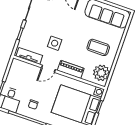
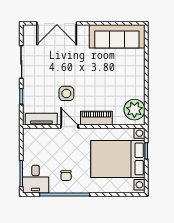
coffee table: (98, 47) -> (120, 81), removed
door: (48, 69) -> (69, 127), swing flipped

